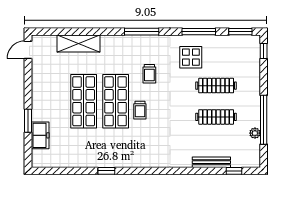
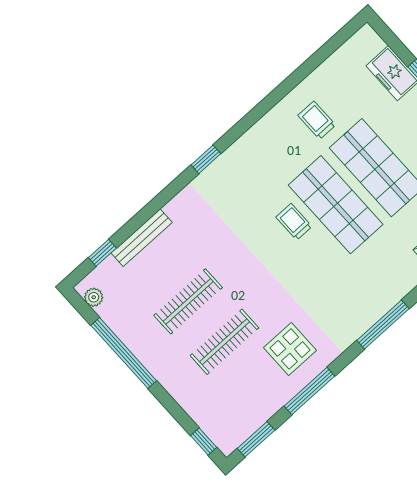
trolley: (149, 74) -> (317, 120), moved
plant: (255, 133) -> (94, 297), moved
window: (106, 171) -> (206, 159), moved

